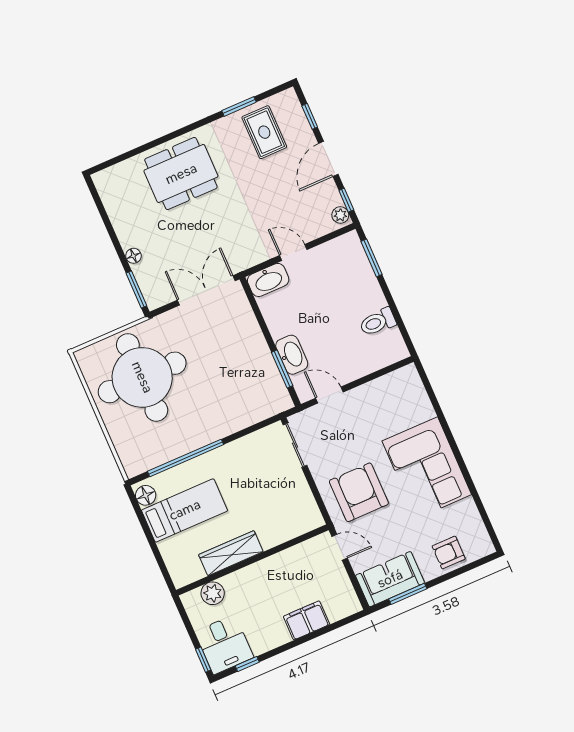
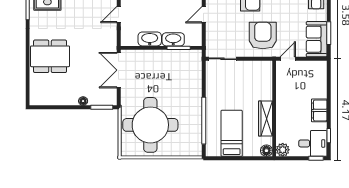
dining table: (181, 174) -> (50, 56), turned 90
washbasin: (268, 280) -> (150, 39), moved, turned -90
door: (329, 395) -> (204, 15), moved
armchair: (359, 492) -> (263, 36), turned 90
floor lamp: (146, 495) -> (266, 151), moved
plant: (213, 593) -> (283, 150), moved
filing cabinet: (306, 620) -> (319, 110), moved

